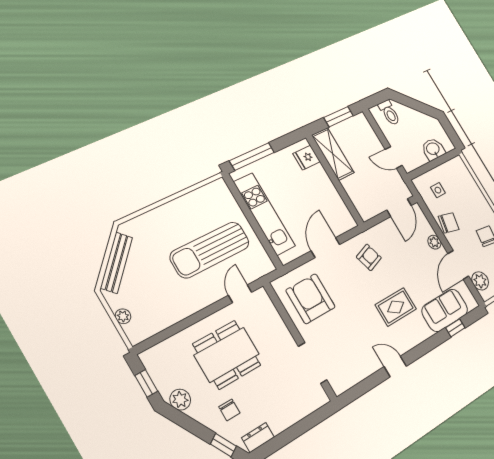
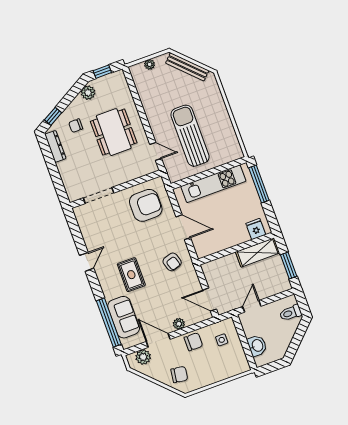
chair: (449, 223) -> (193, 342), turned -103
window: (455, 328) -> (109, 323), width x3.17
dresser: (258, 438) -> (55, 146), width x1.44

